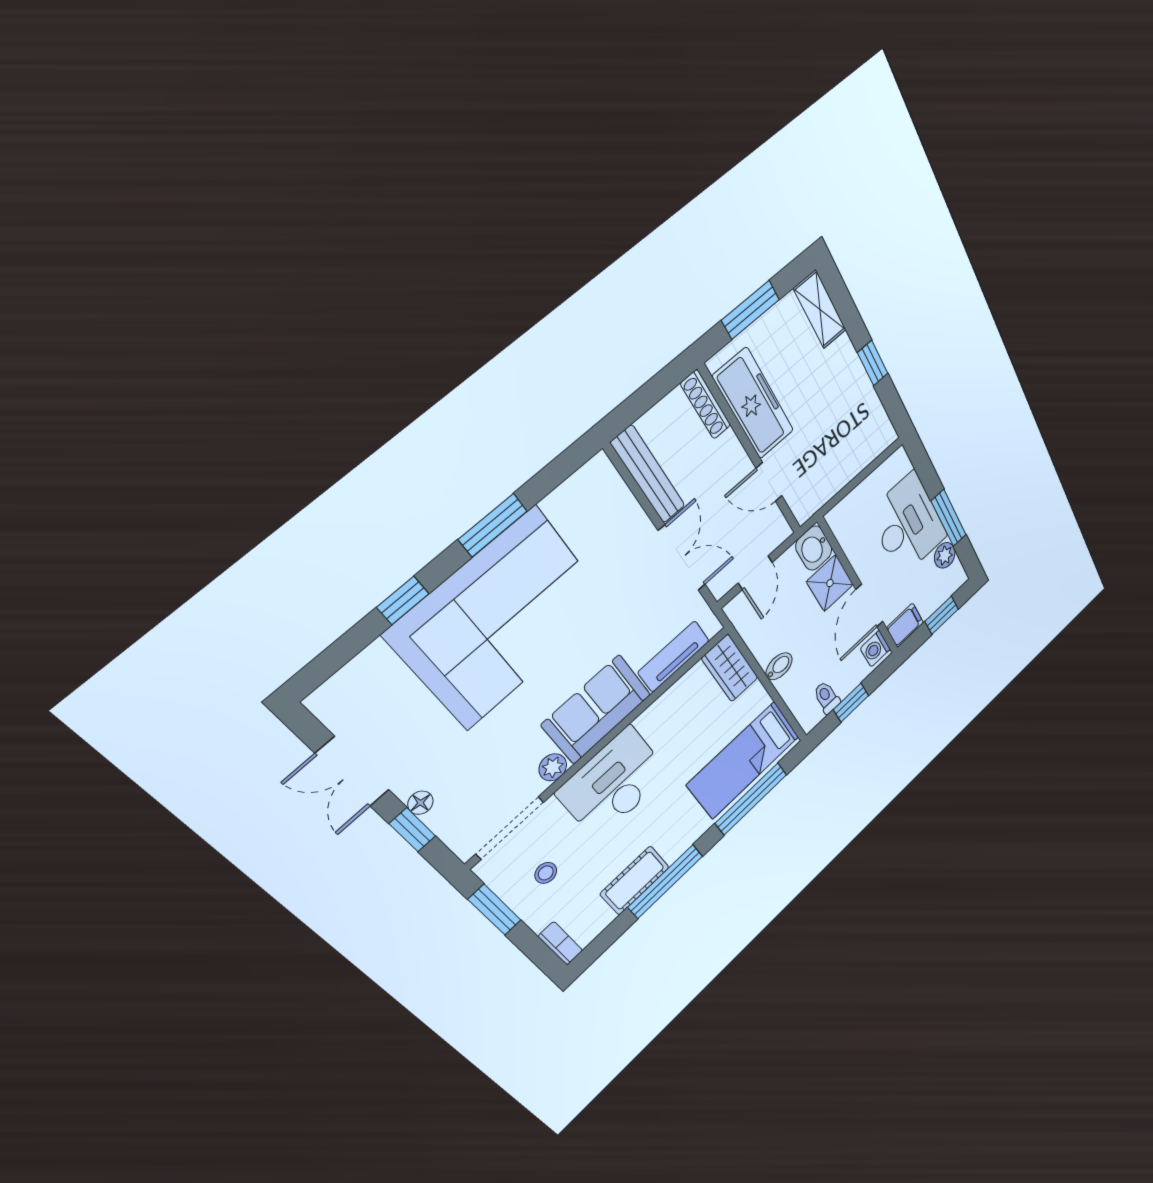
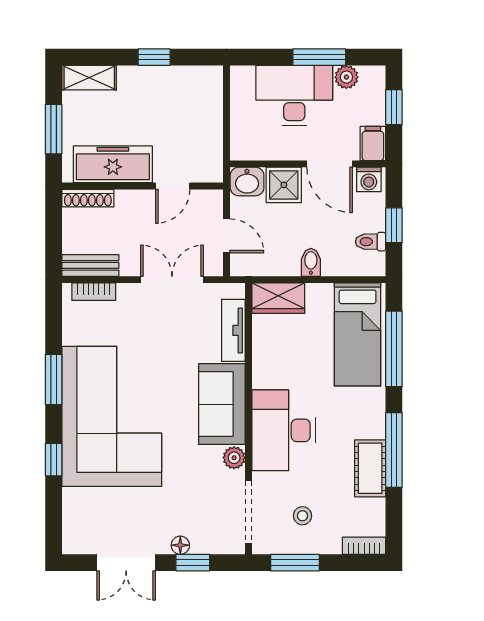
bench: (648, 475) -> (90, 265), width x0.73
bookcase: (617, 490) -> (94, 292), added

